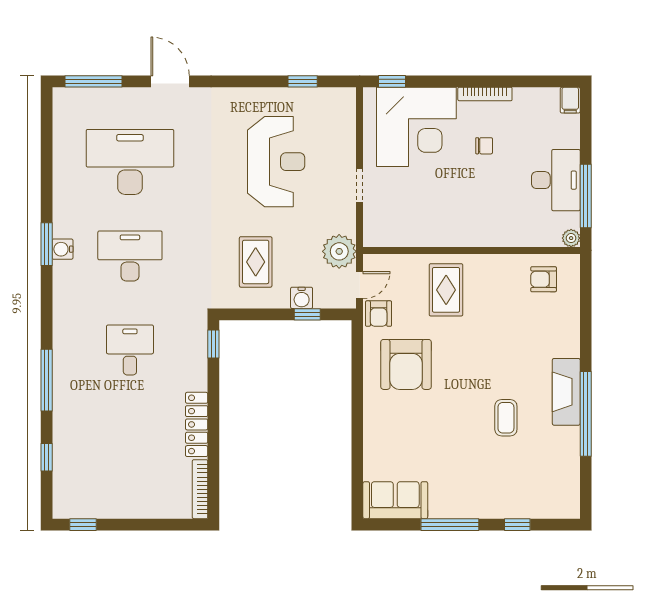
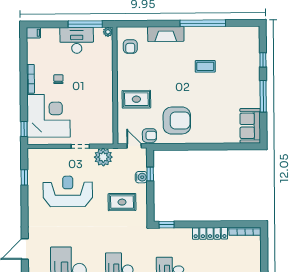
plant: (339, 251) -> (103, 157), moved
fireplace: (566, 392) -> (166, 34), moved

